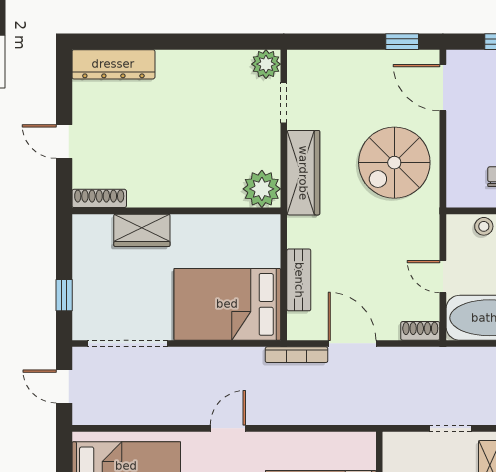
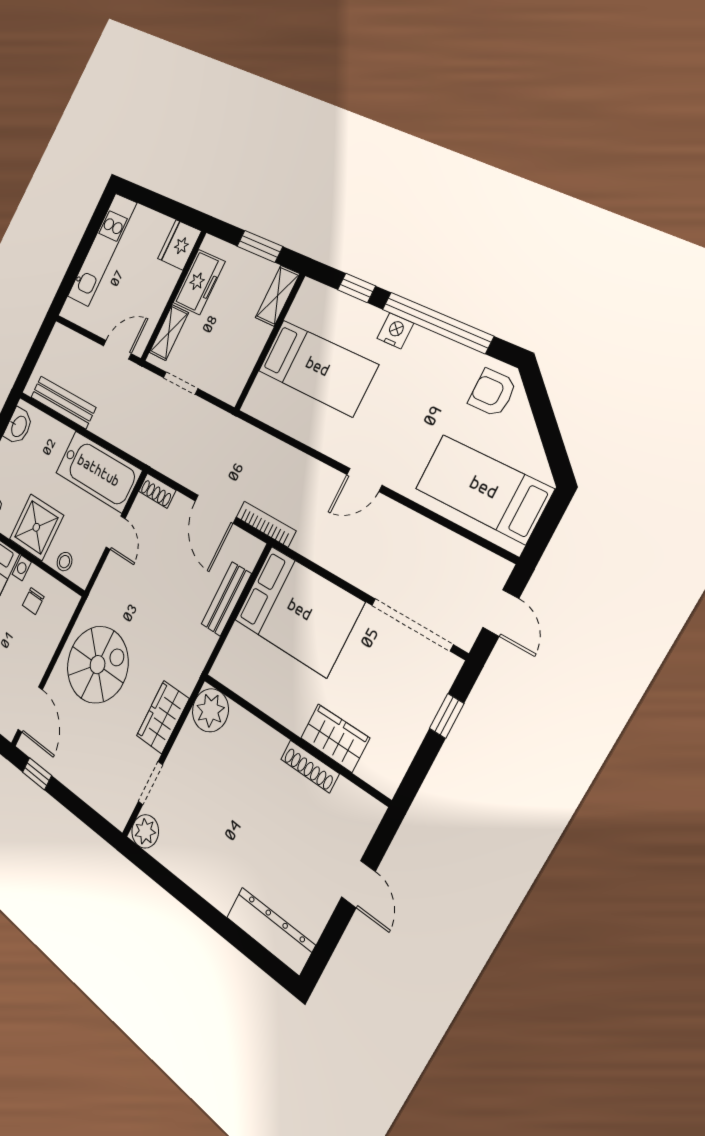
wardrobe: (303, 173) -> (163, 717), width x0.67
shoe rack: (99, 198) -> (310, 766), moved

